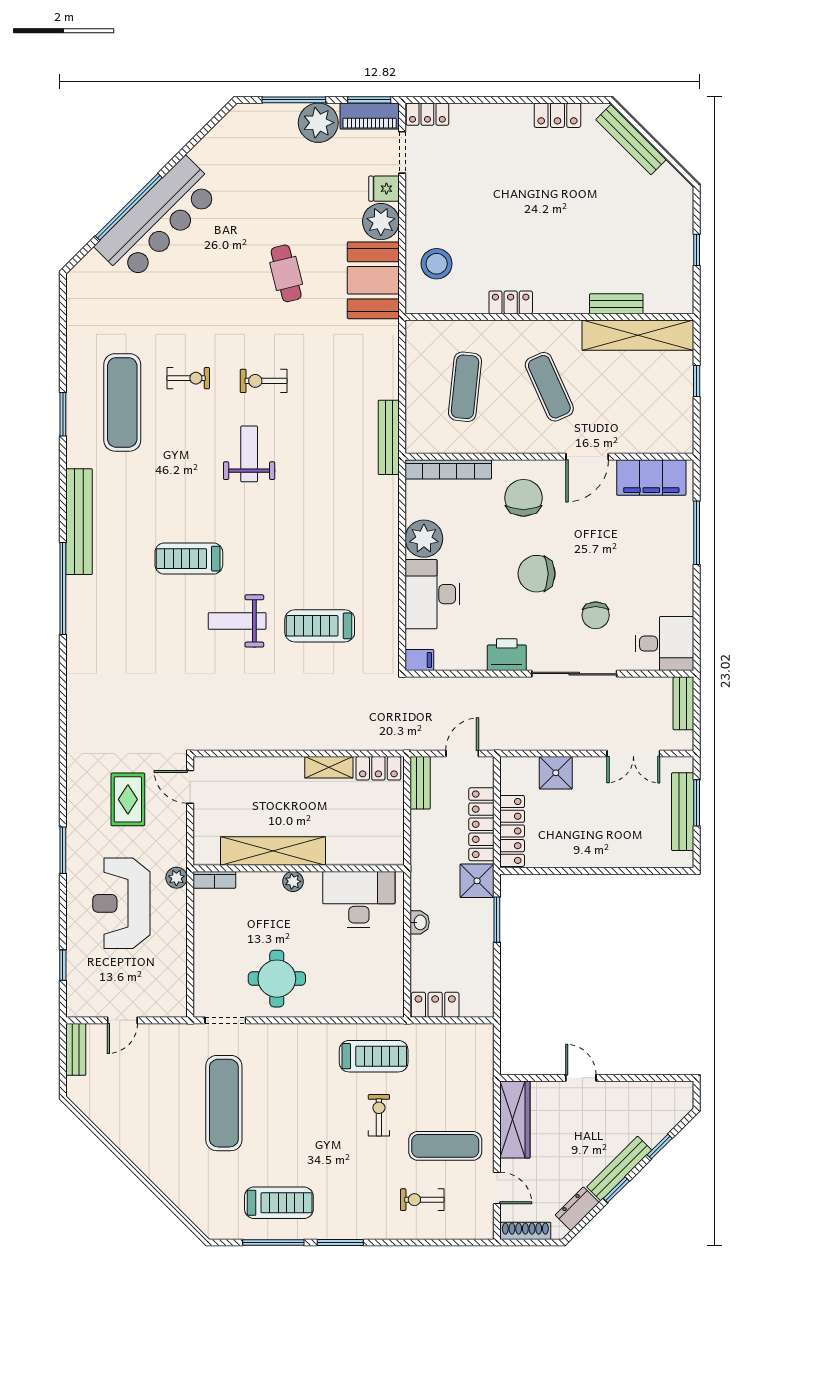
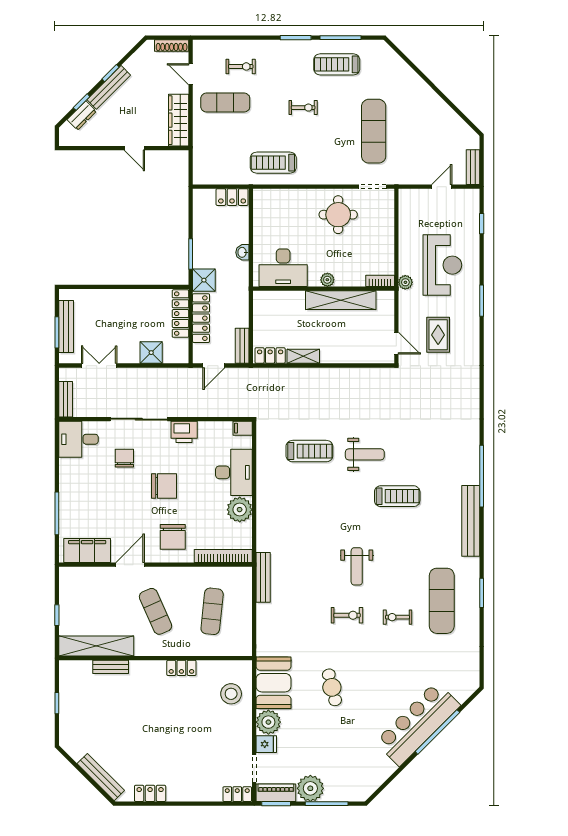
exercise bike: (379, 1115) -> (303, 108), moved, turned -90
dresser: (577, 1209) -> (82, 115), moved

